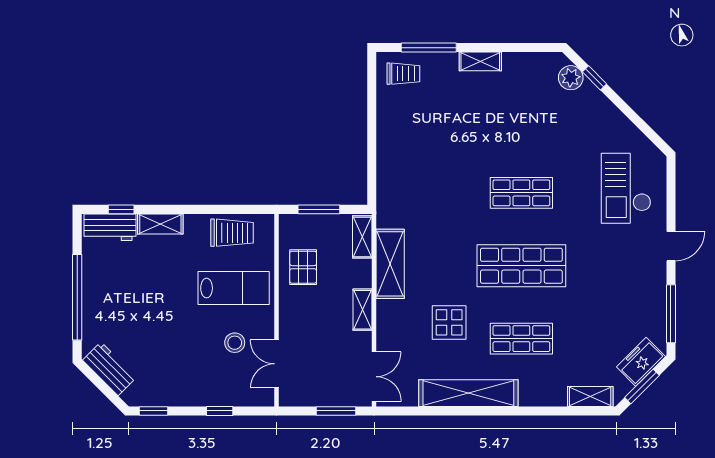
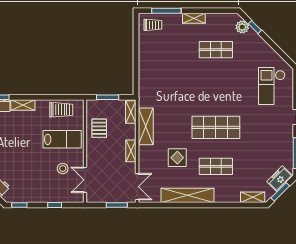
shop shelf: (521, 193) -> (216, 50), moved

